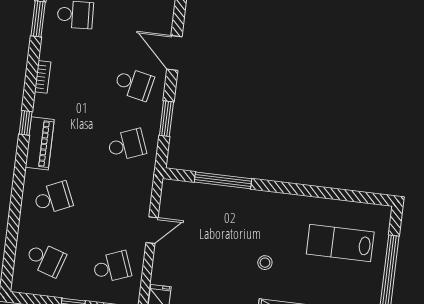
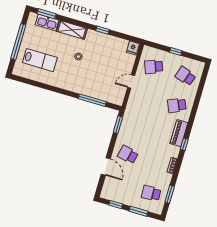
window: (166, 119) -> (118, 125), moved
school desk: (127, 145) -> (137, 125), removed

